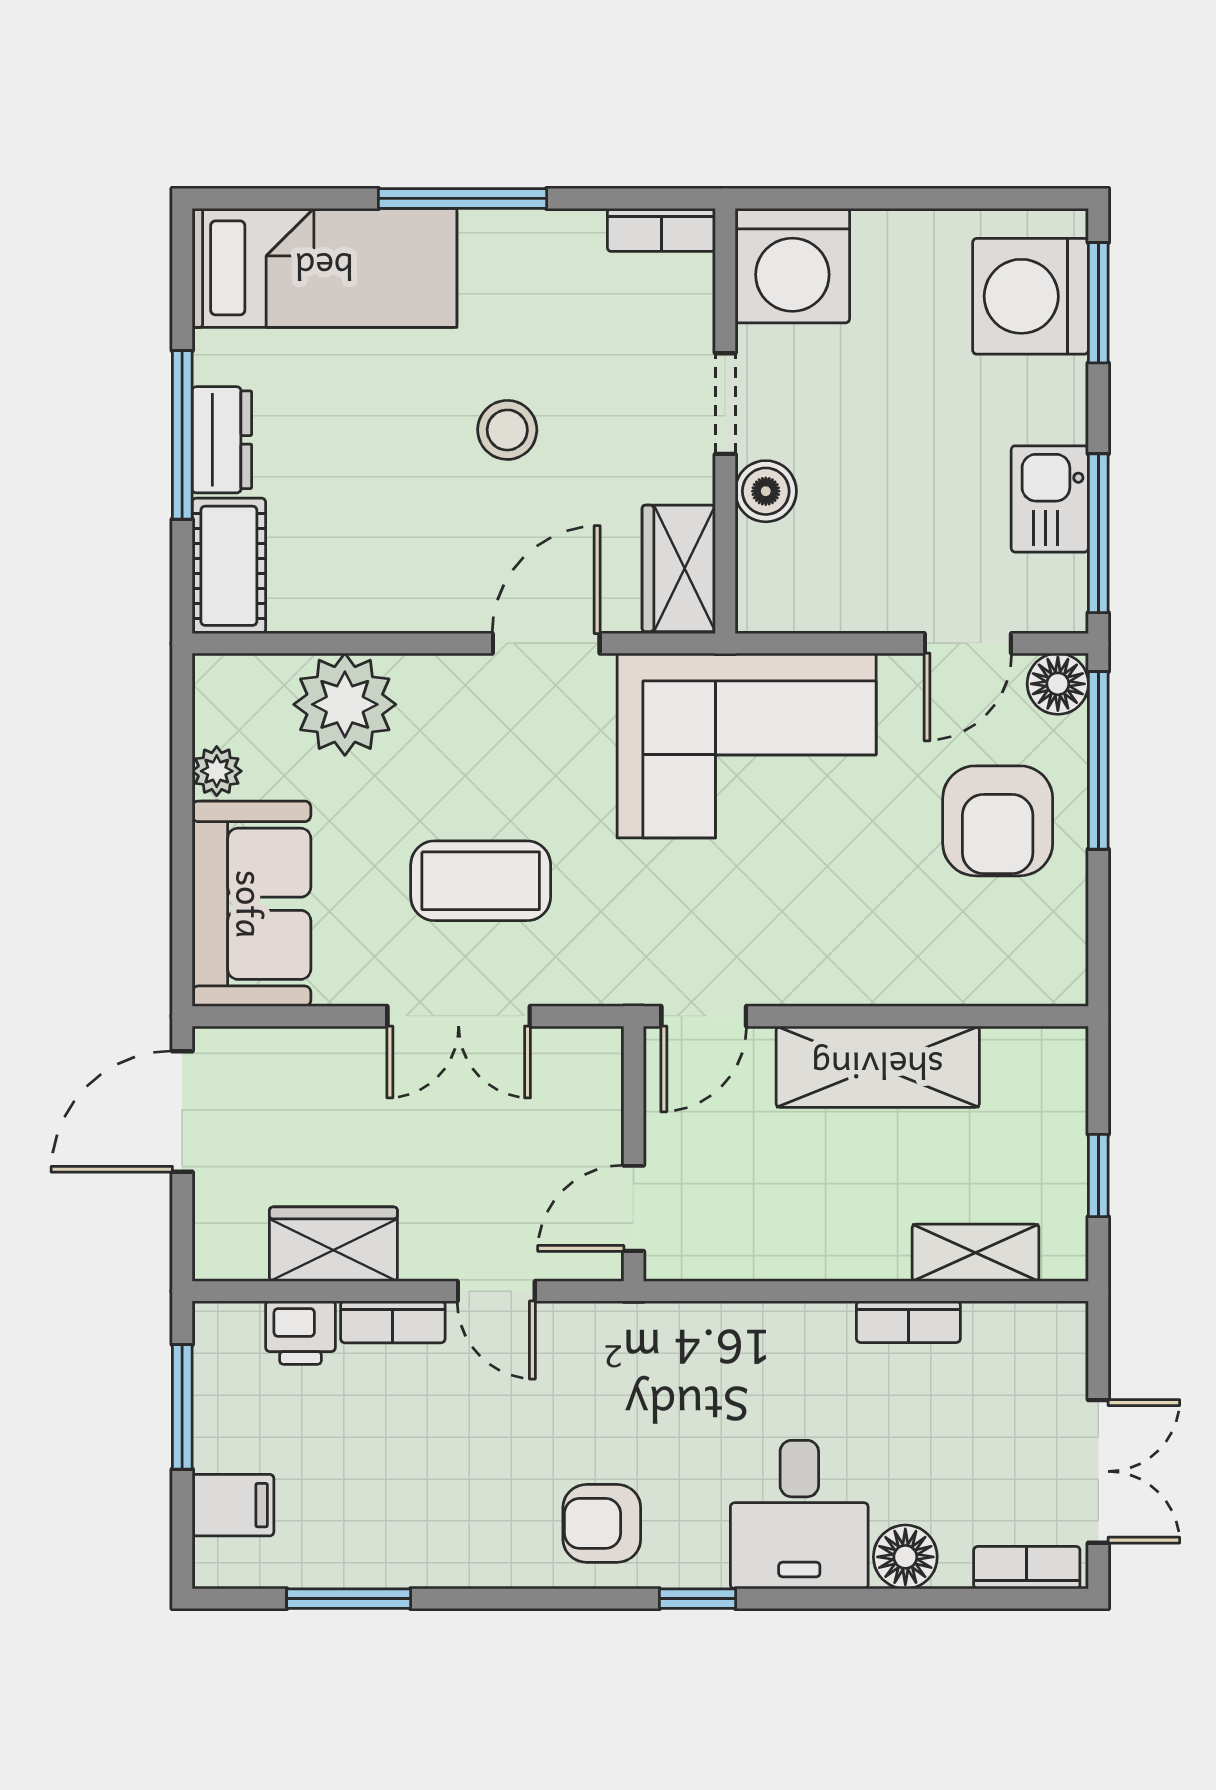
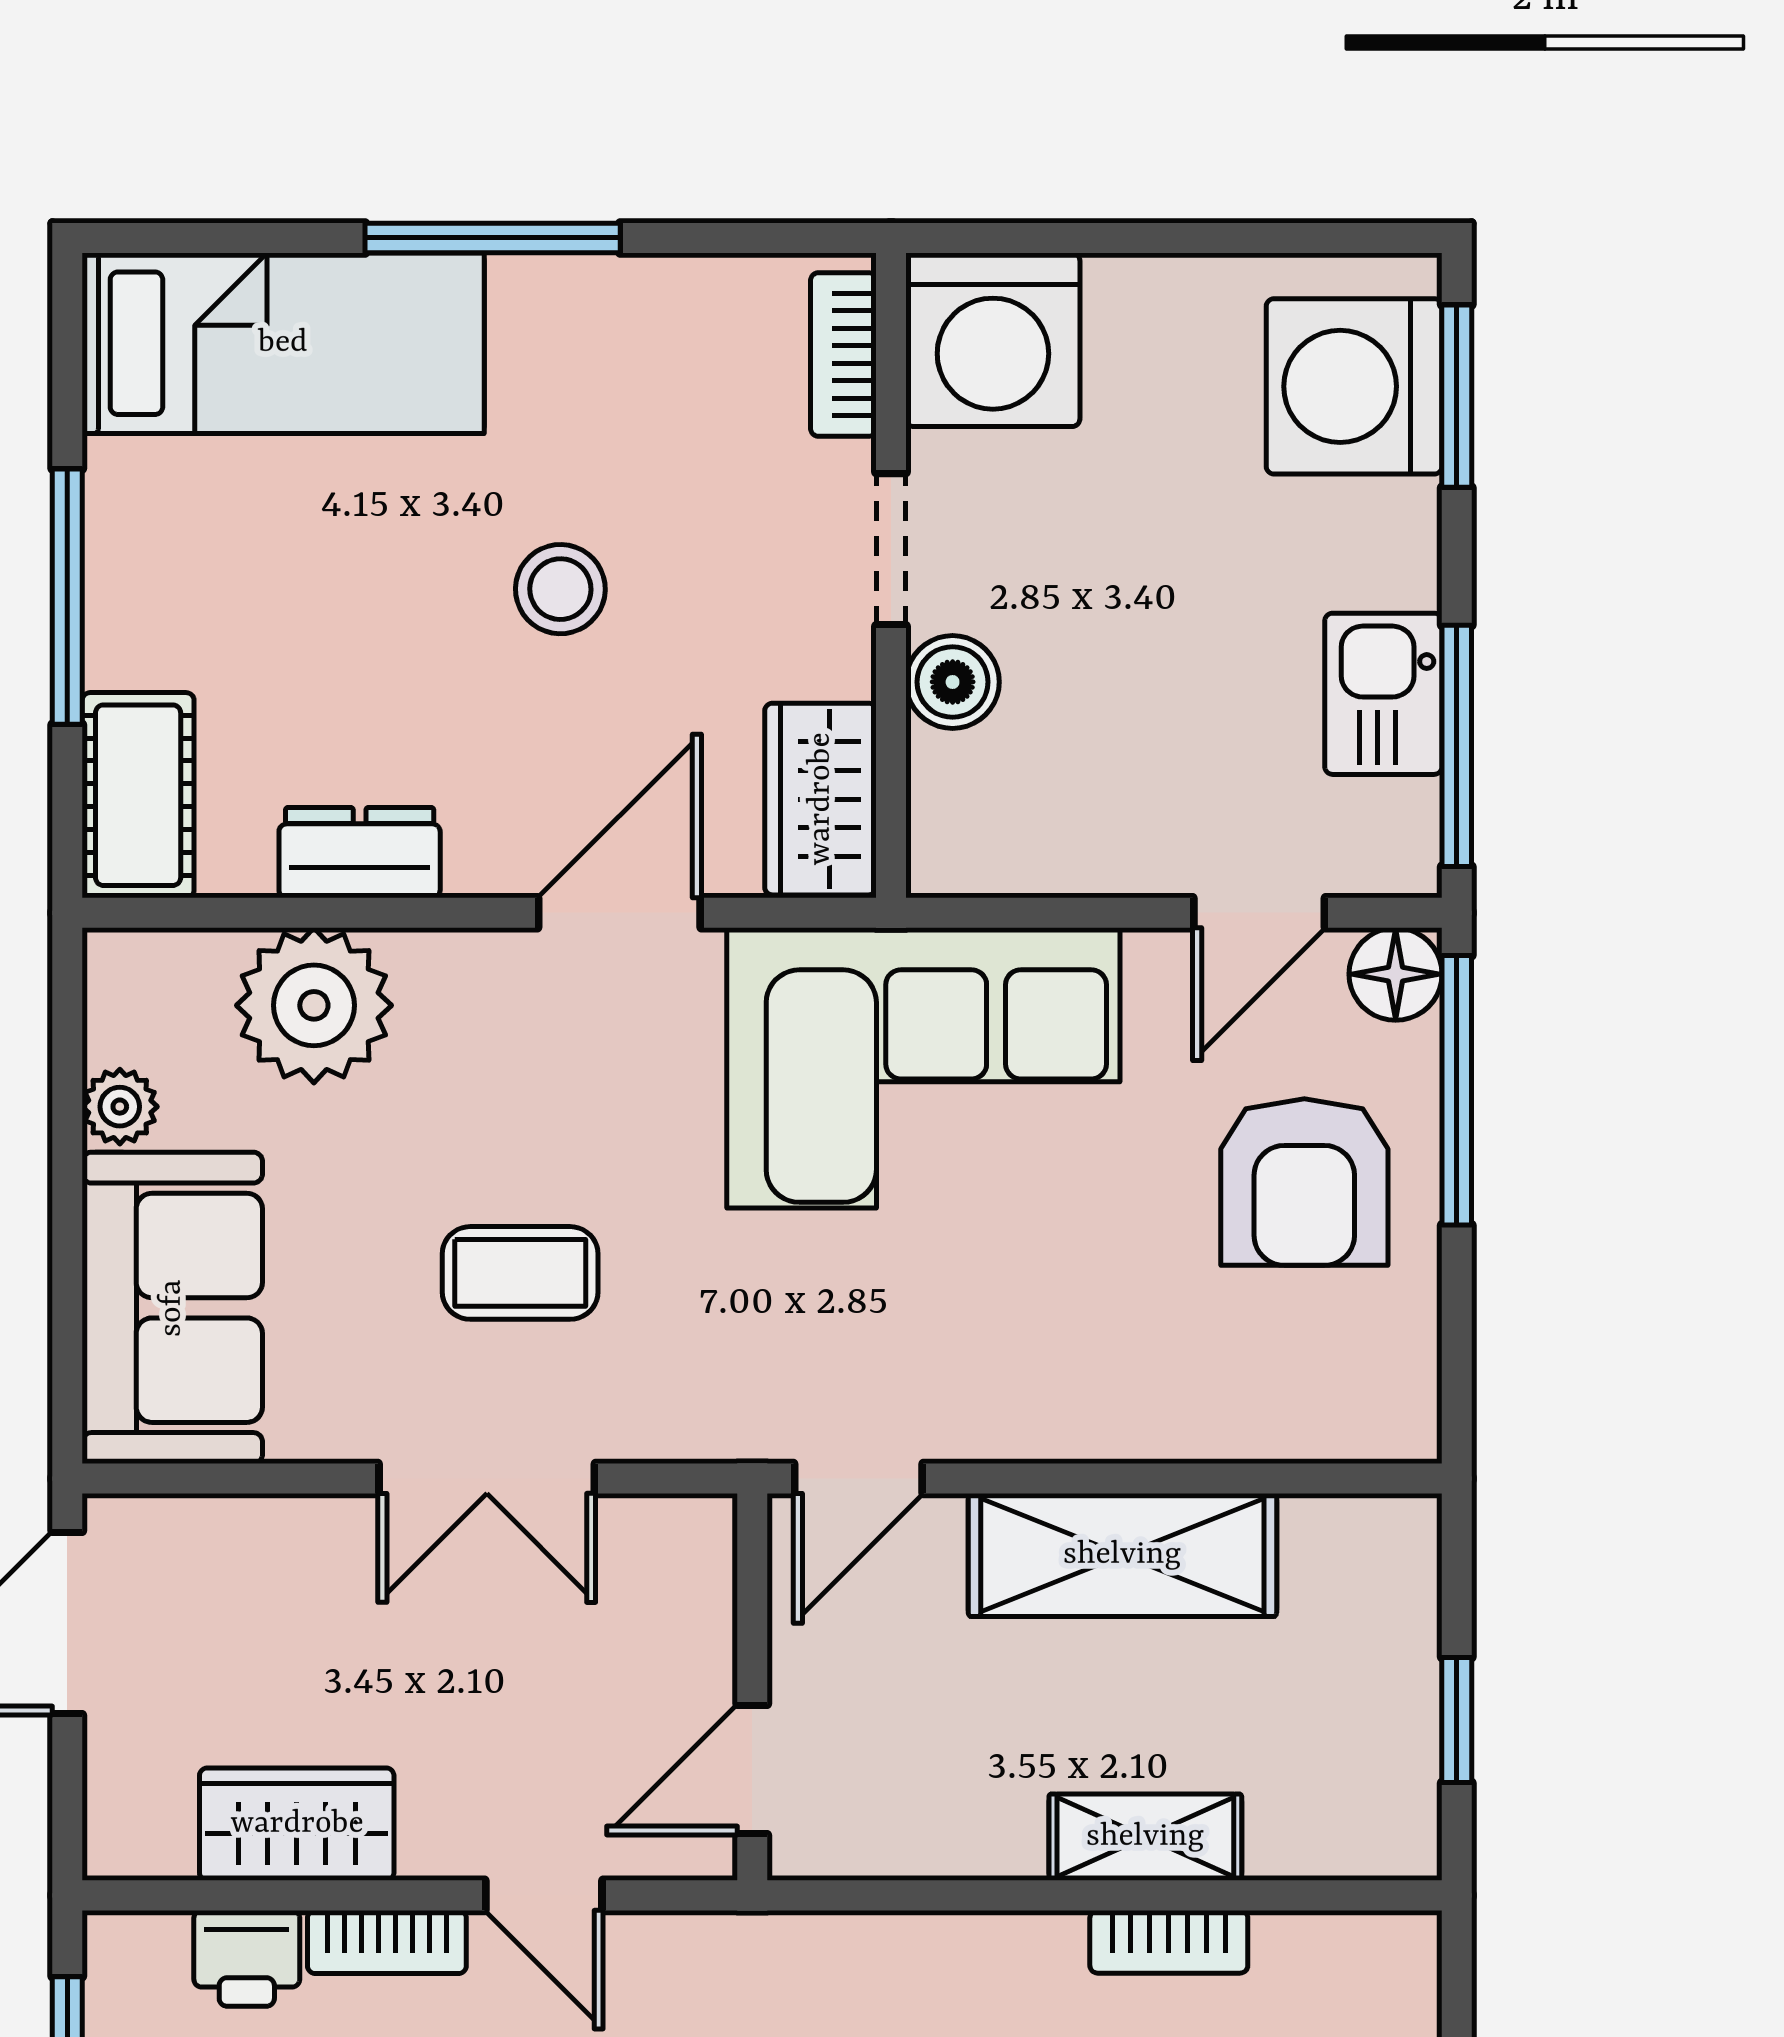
bookcase: (661, 230) -> (843, 355), moved, turned 90
dresser: (222, 440) -> (360, 853), moved, turned -90
coffee table: (481, 881) -> (520, 1273), width x0.73, depth x0.77
shelving: (976, 1253) -> (1145, 1837), moved

